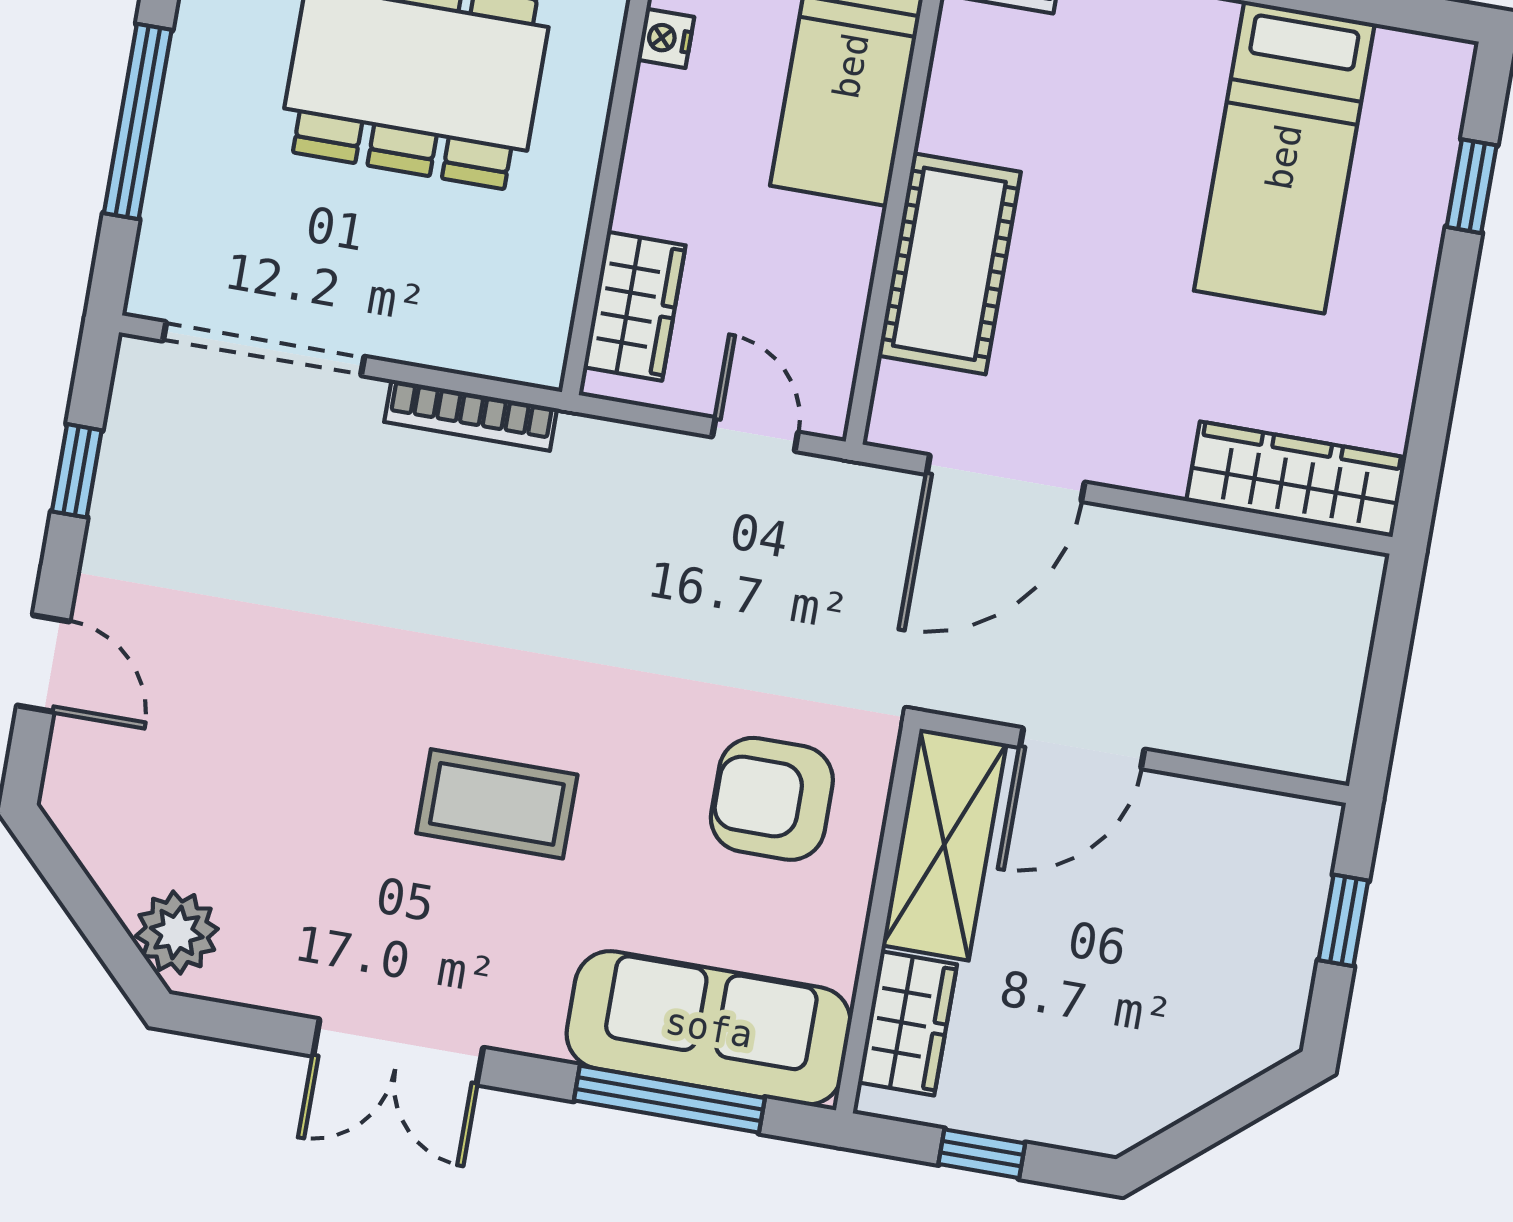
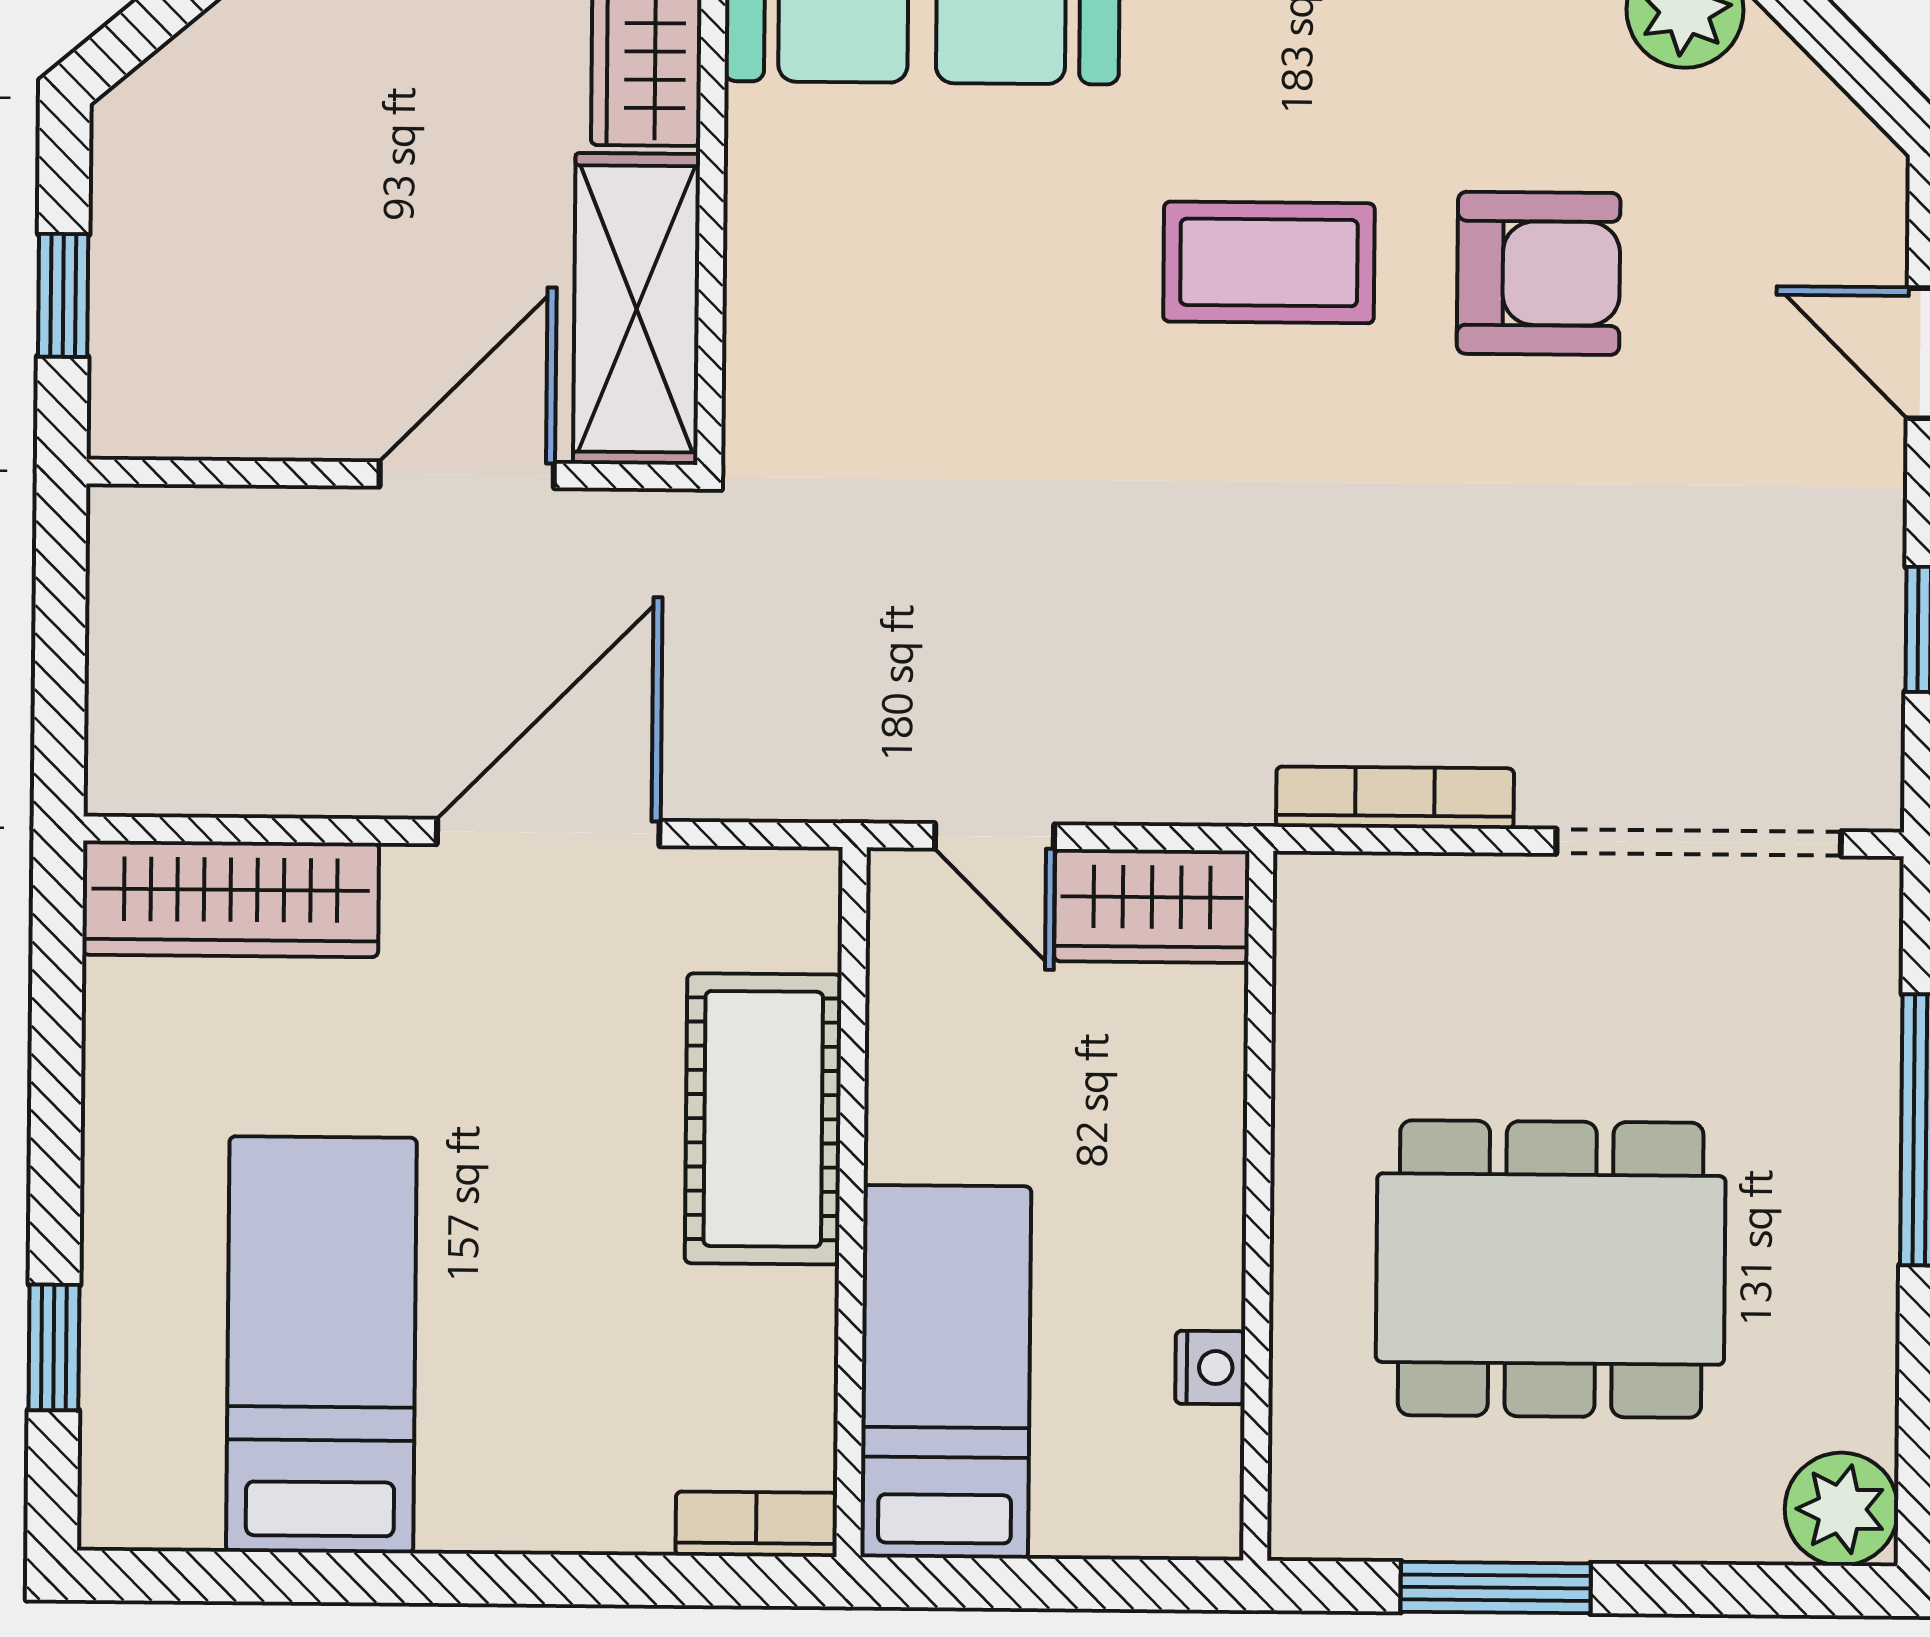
wardrobe: (635, 306) -> (1152, 906), moved, turned -90
door: (1006, 478) -> (548, 833), moved
armchair: (772, 799) -> (1539, 273), moved

